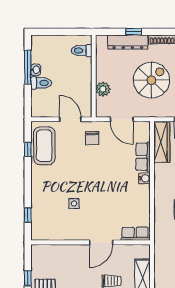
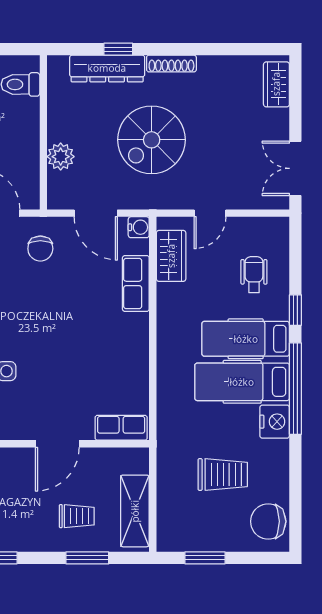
spiral stairs: (151, 80) -> (152, 140), turned 180
wardrobe: (162, 142) -> (171, 256), width x0.67
water cooler: (145, 178) -> (139, 227), moved

